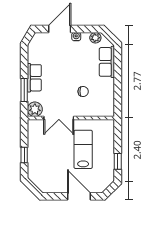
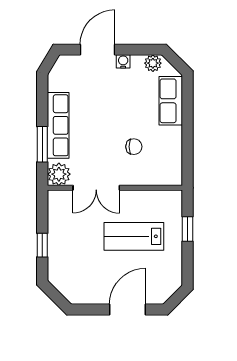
row of seats: (34, 78) -> (58, 125), width x1.48
lab bench: (83, 149) -> (134, 236), turned -90
window: (118, 161) -> (188, 229), moved
door: (79, 196) -> (128, 309), hinge flipped

